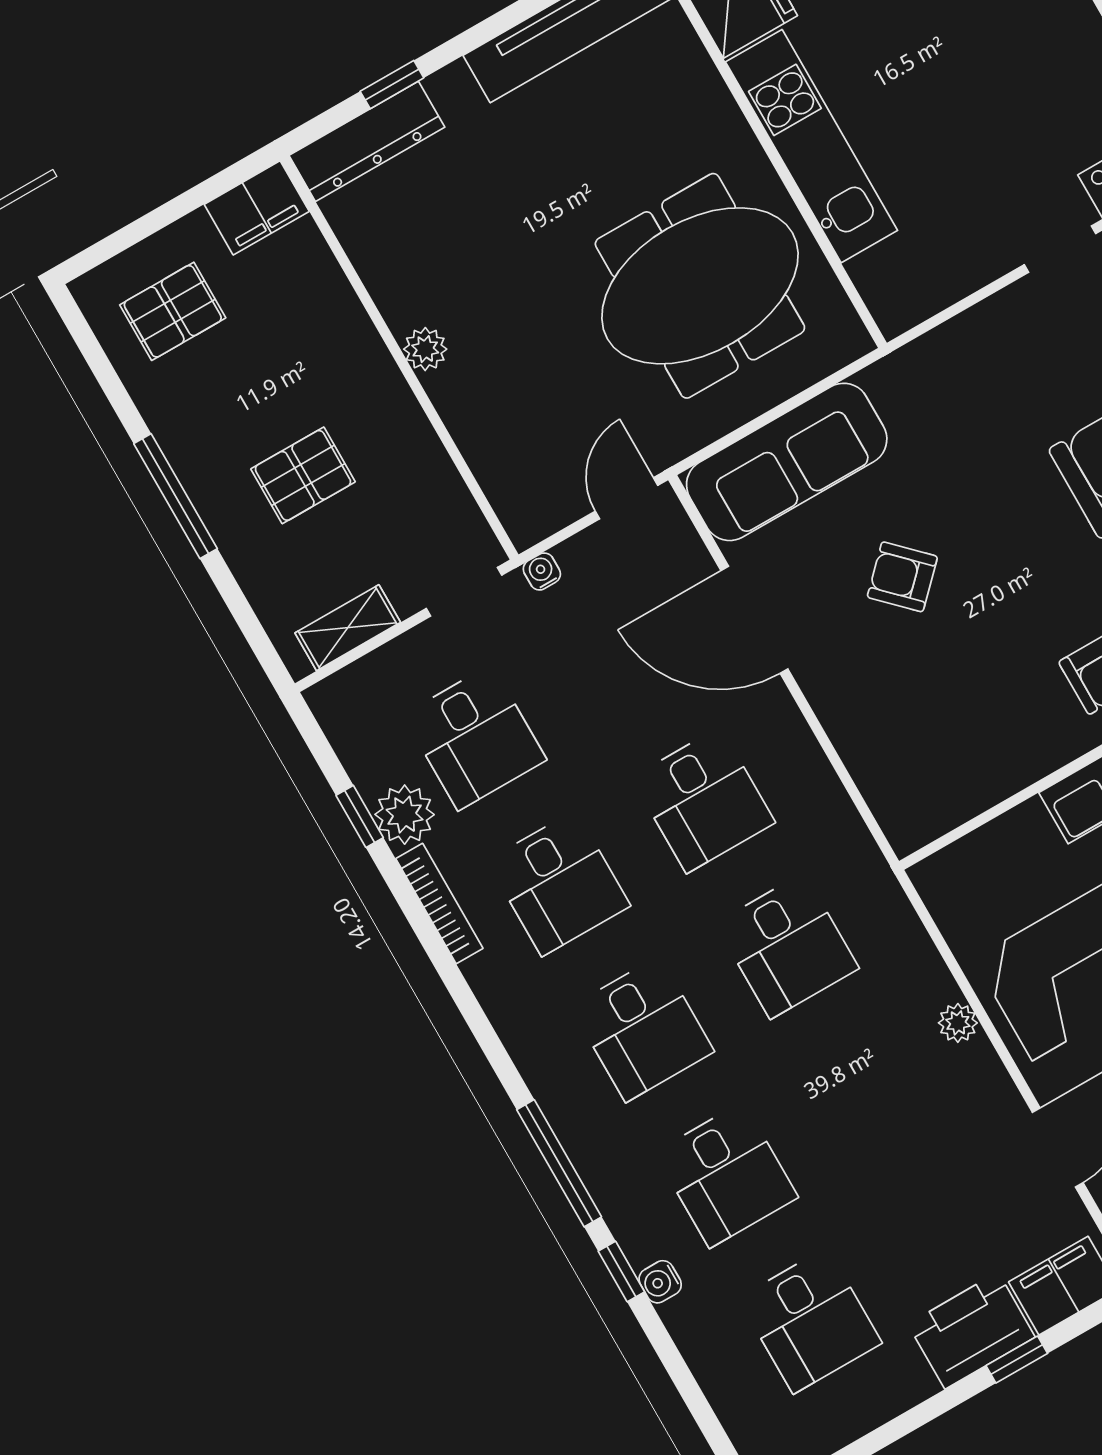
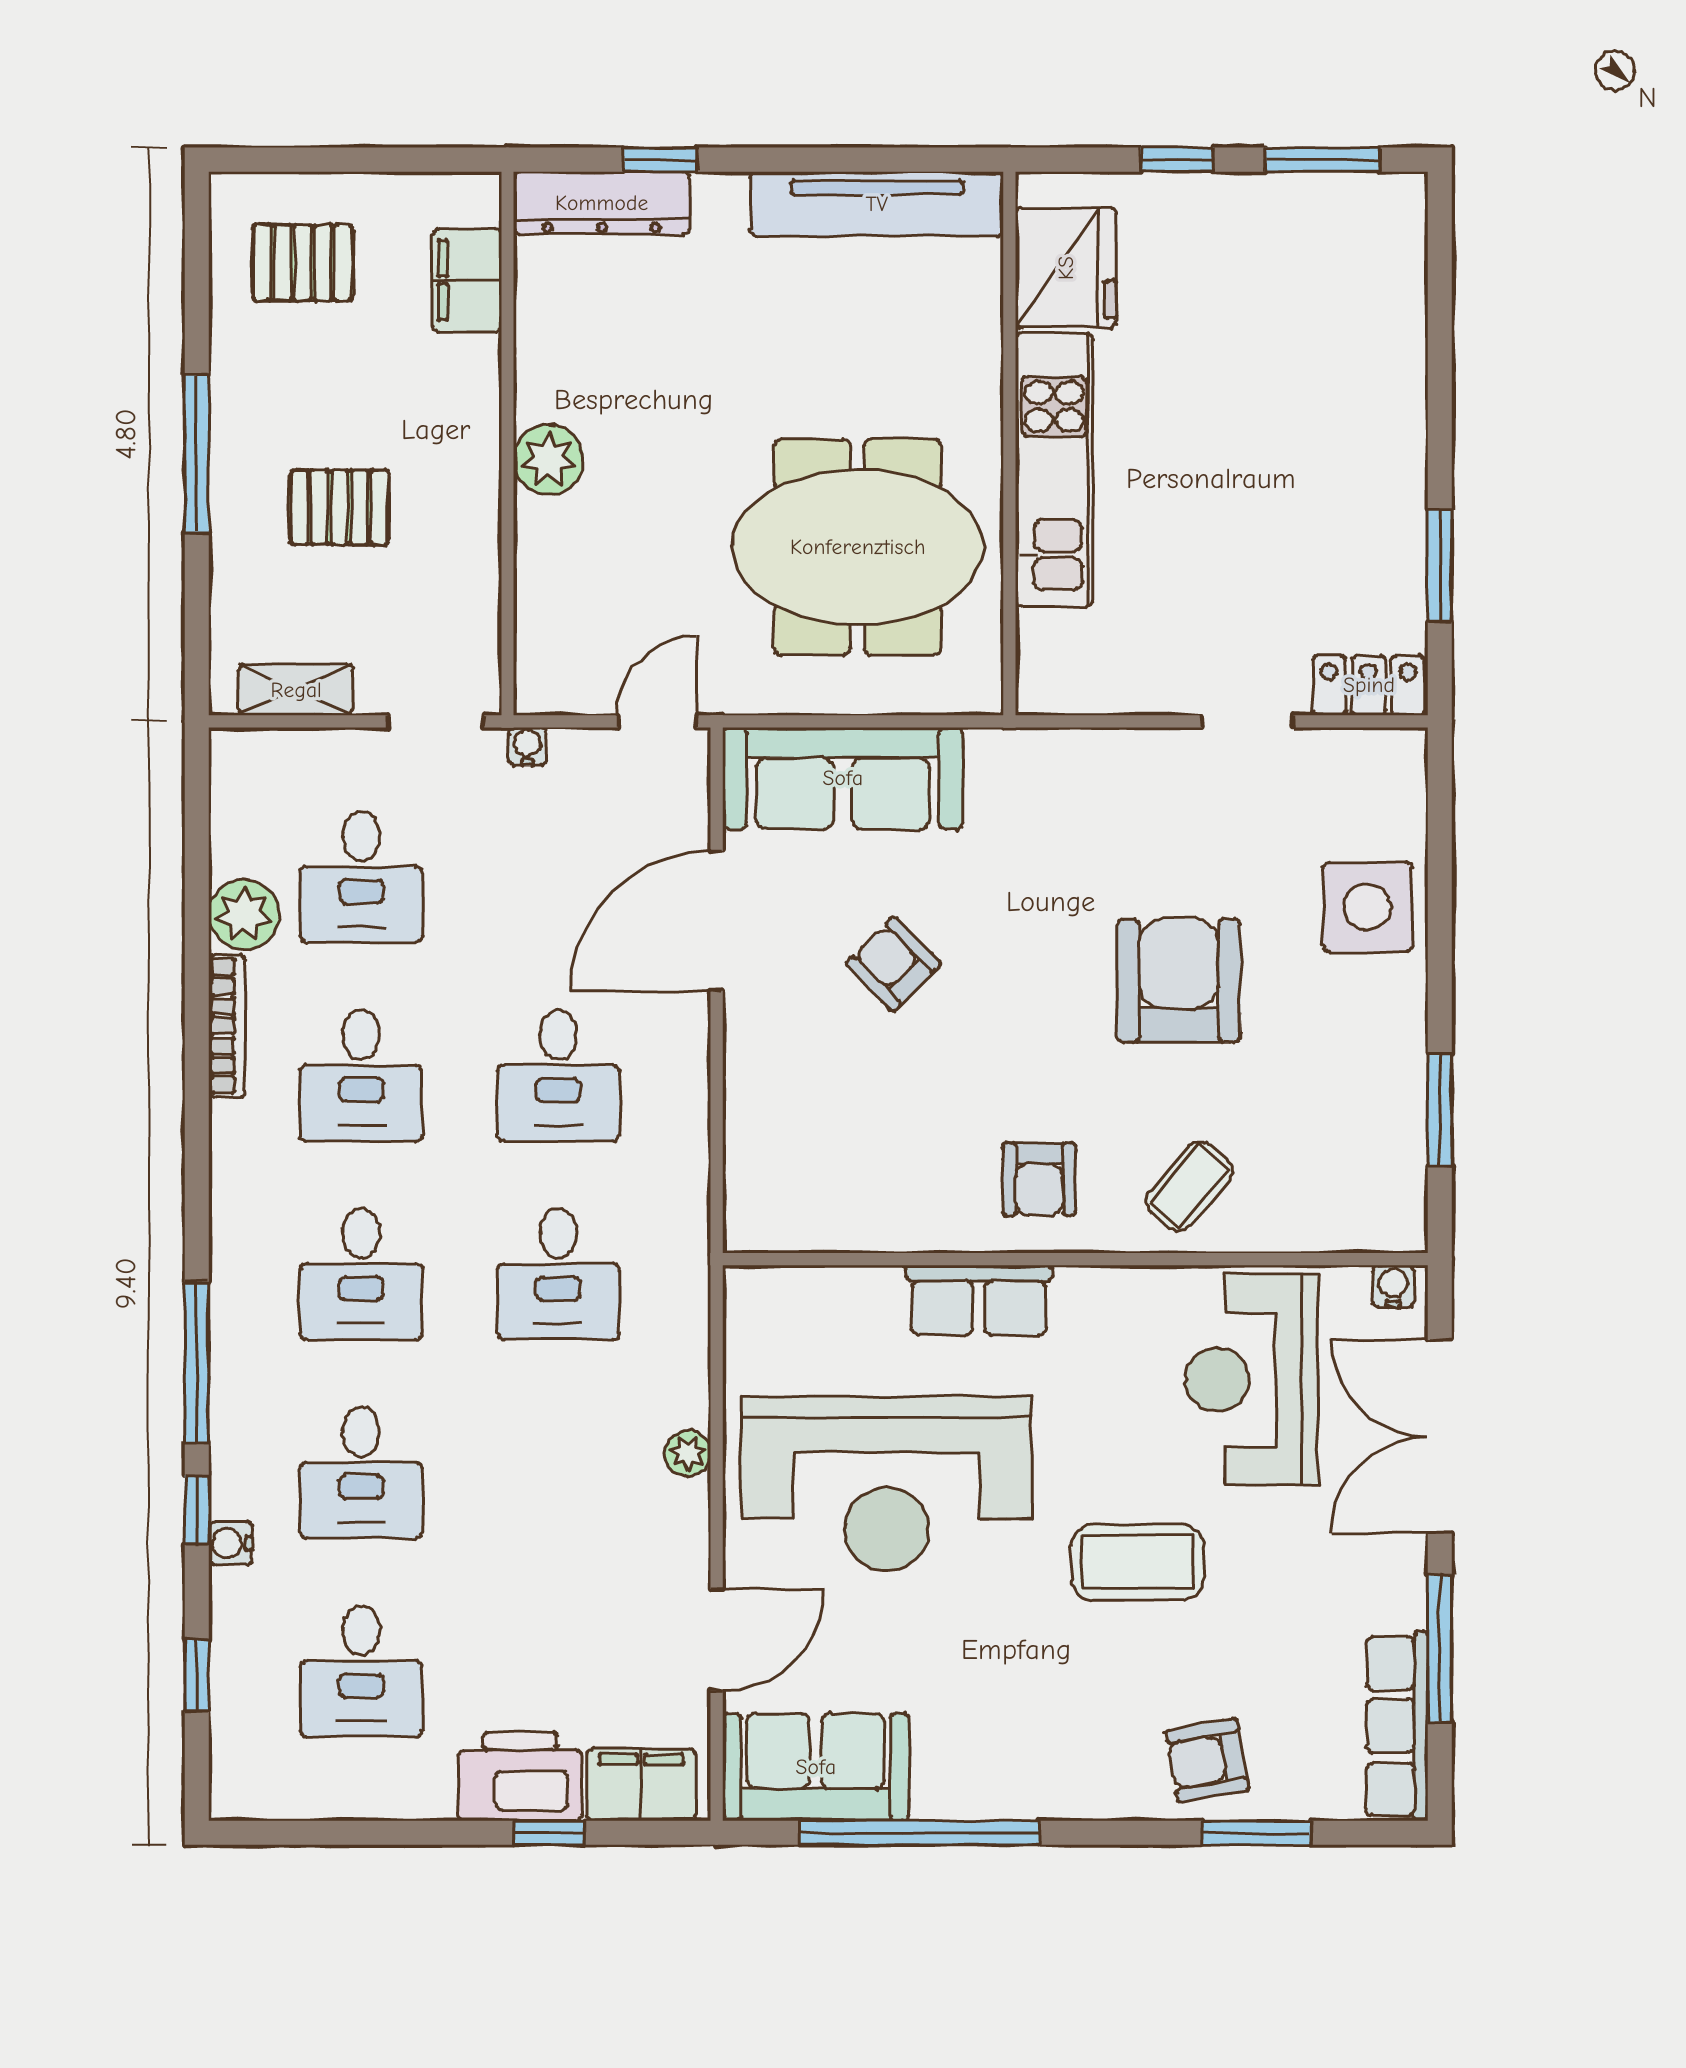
filing cabinet: (257, 208) -> (467, 280), moved, turned 90
plant: (425, 349) -> (549, 460), width x1.38, depth x1.38
door: (754, 620) -> (717, 921), hinge flipped
window: (360, 816) -> (197, 1675), moved

